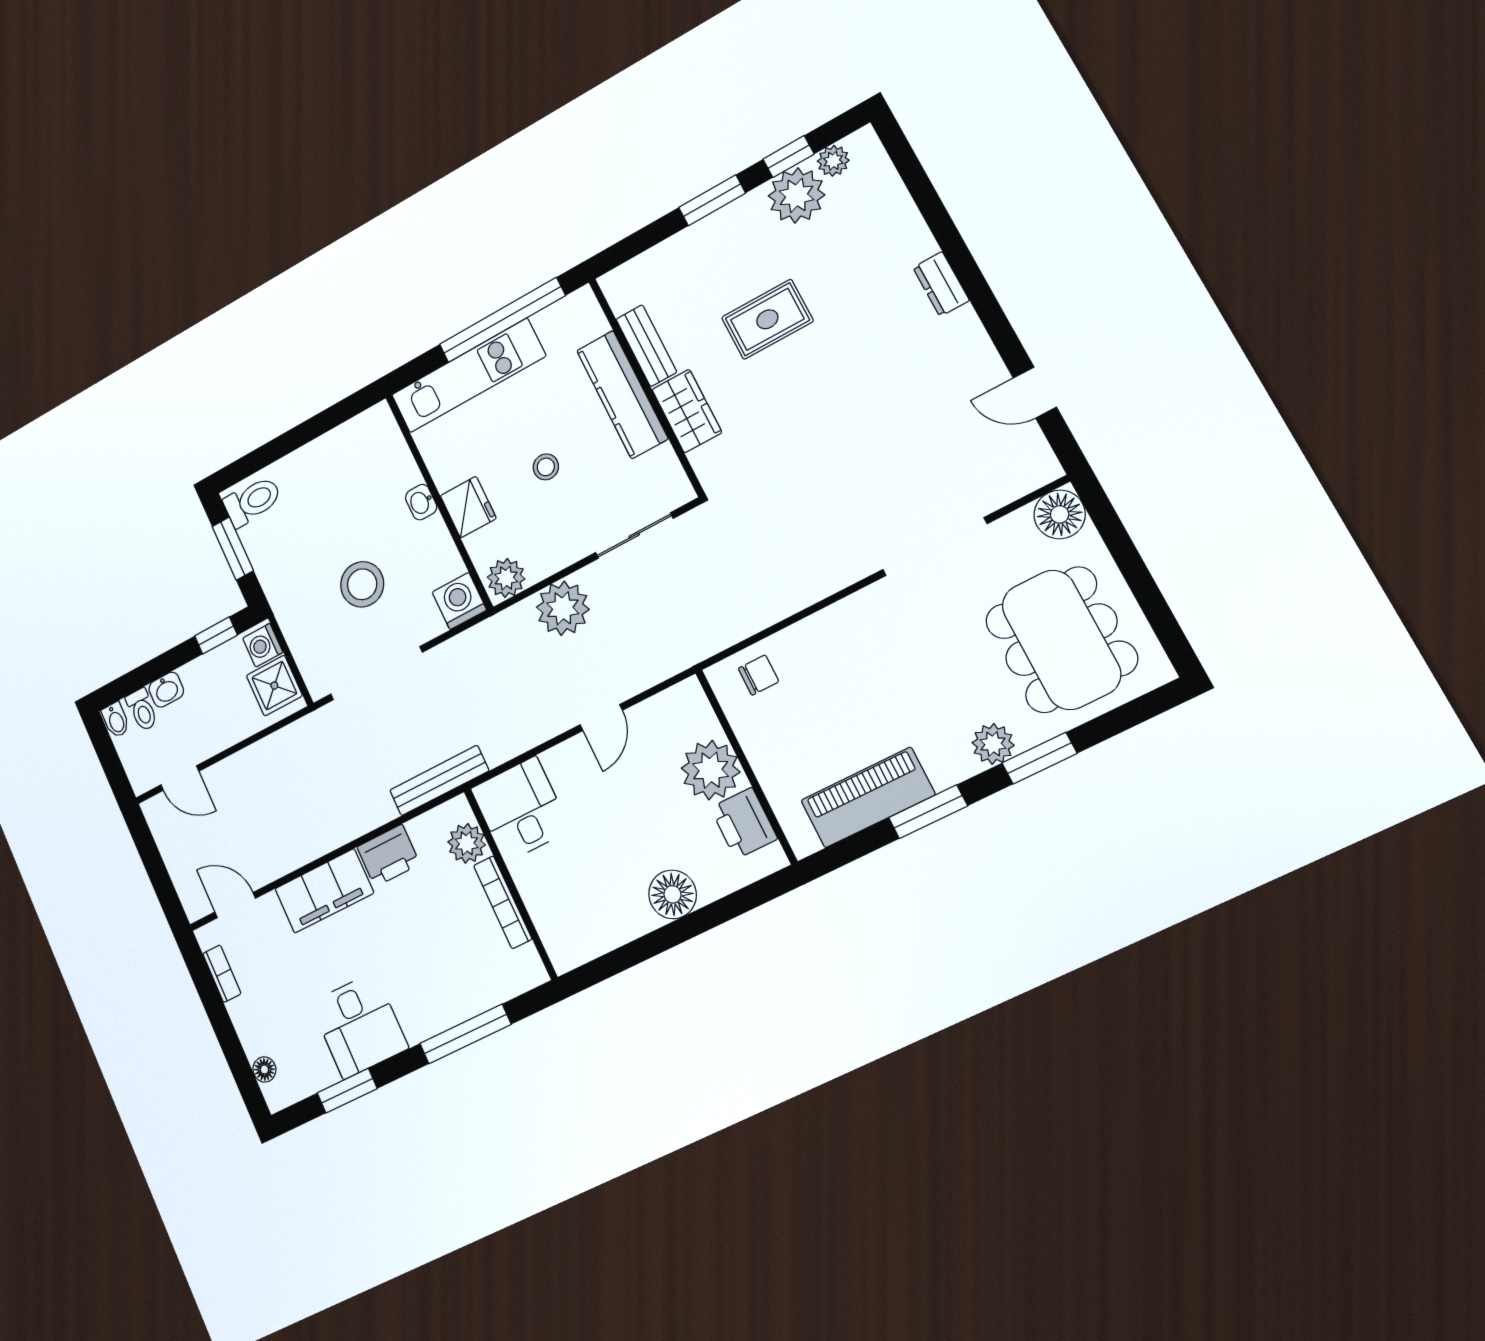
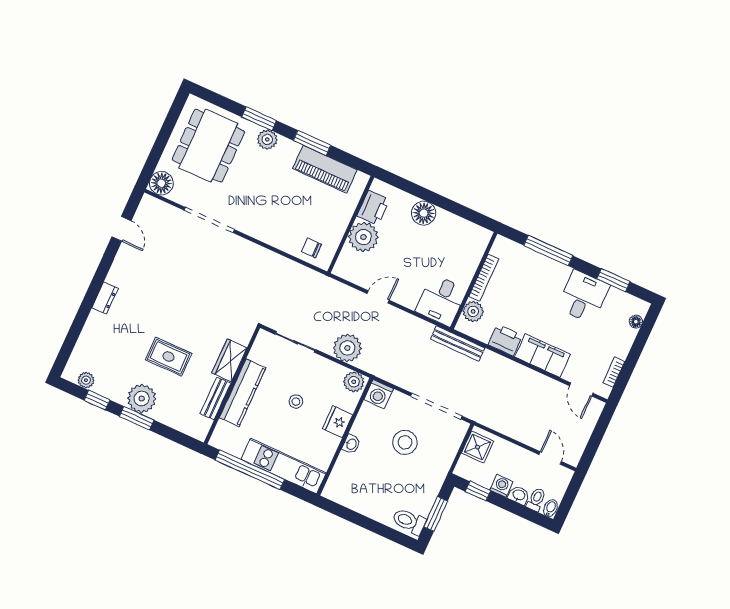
plant: (796, 195) -> (142, 399), moved
washing machine: (263, 645) -> (501, 486), moved, turned -90

